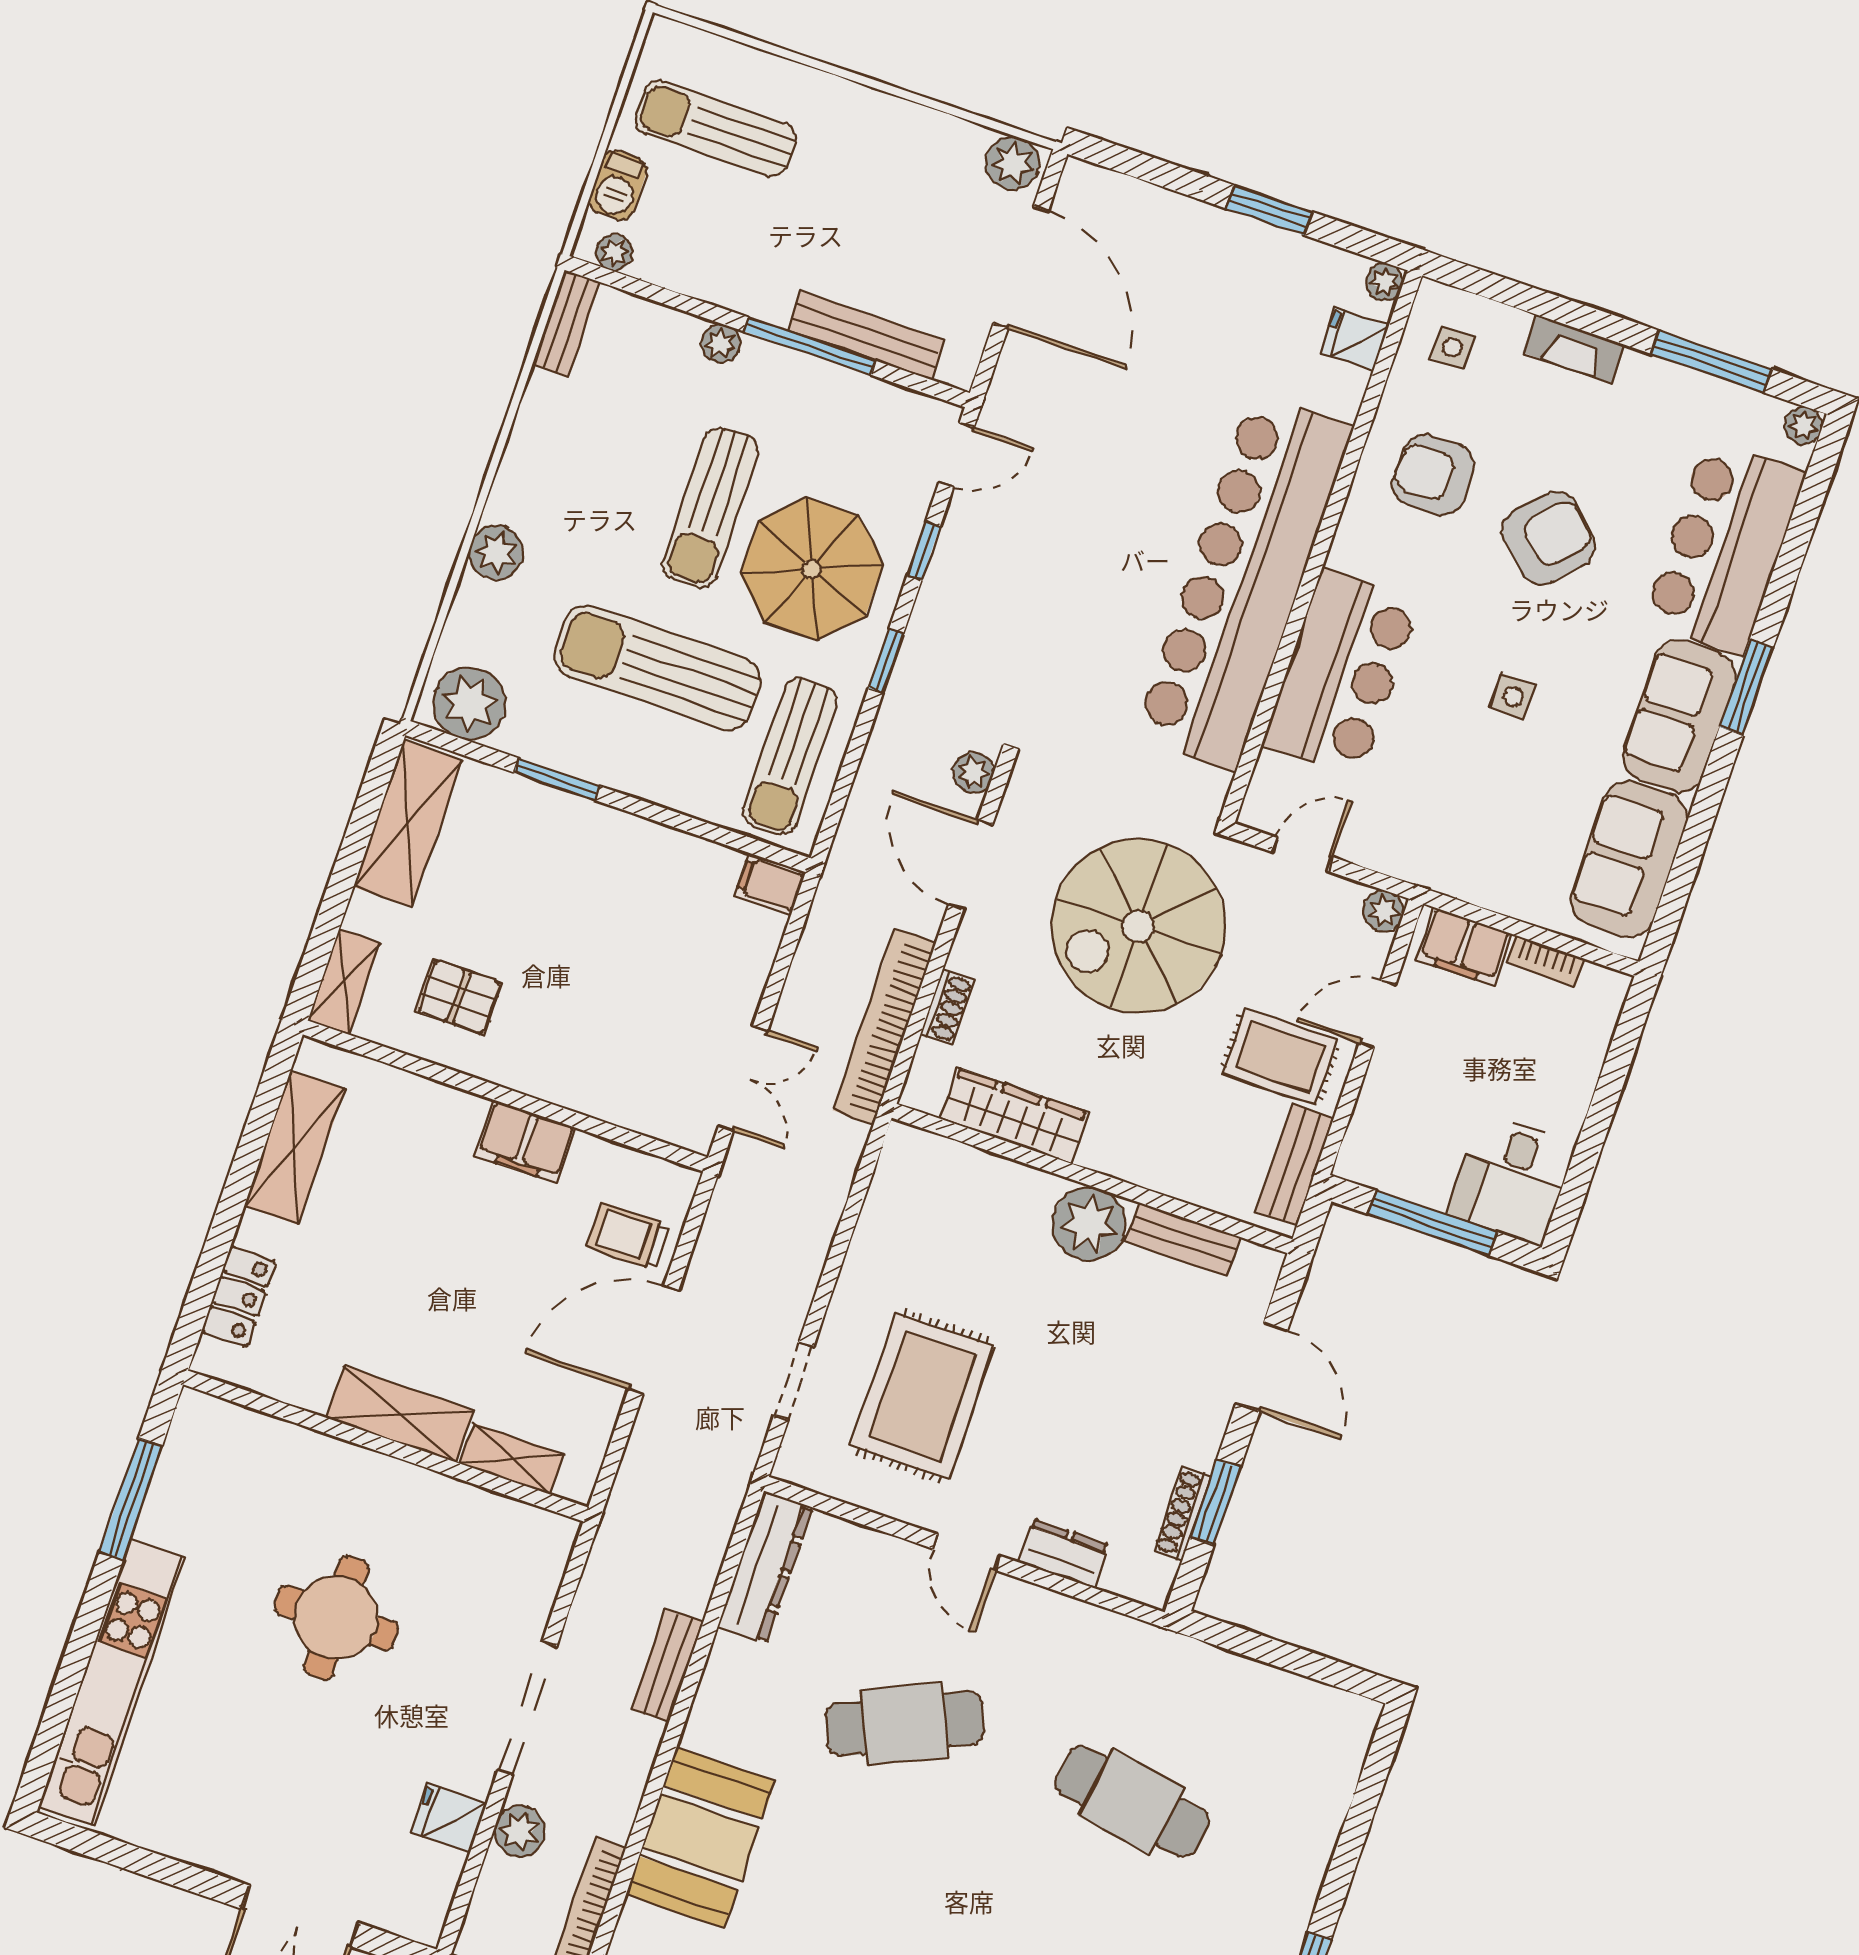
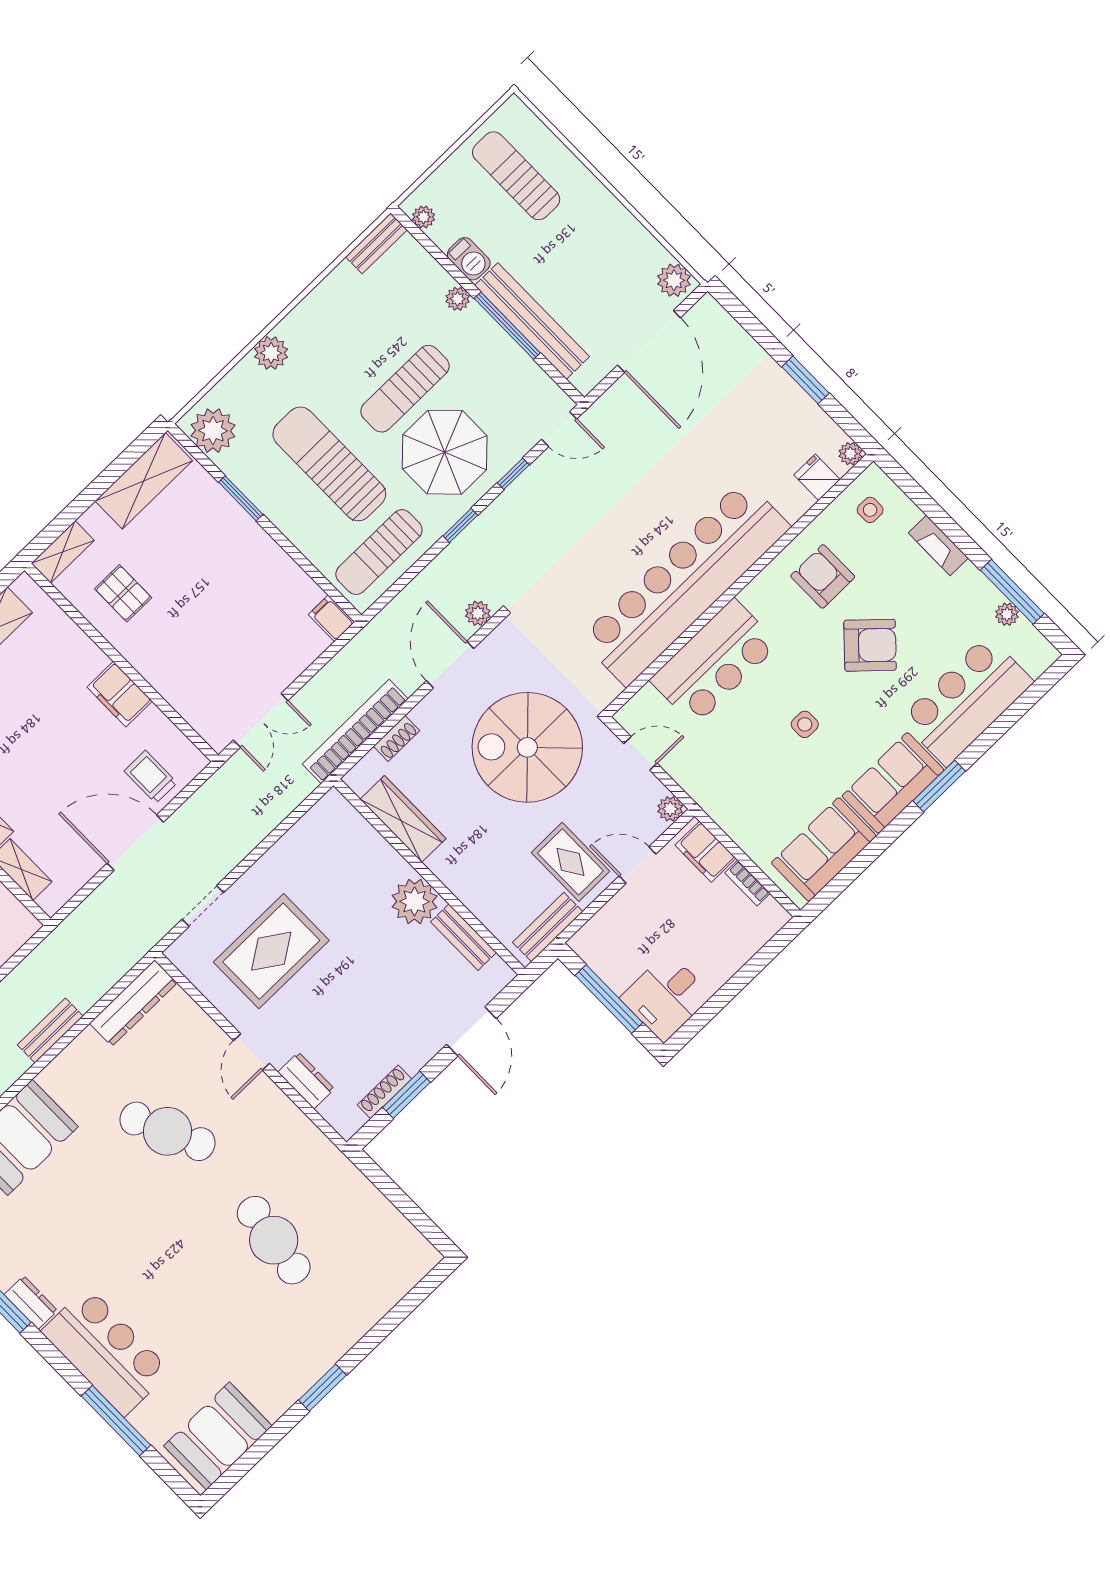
barbecue: (618, 185) -> (469, 259), moved, turned -90
bench: (866, 335) -> (532, 321), width x1.37, depth x1.21
plant: (1803, 426) -> (1007, 614), moved

